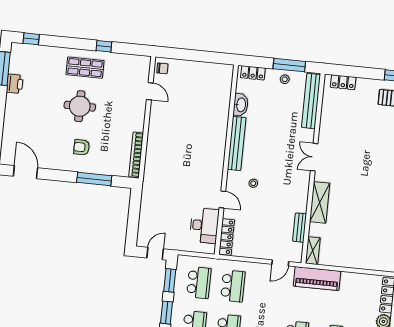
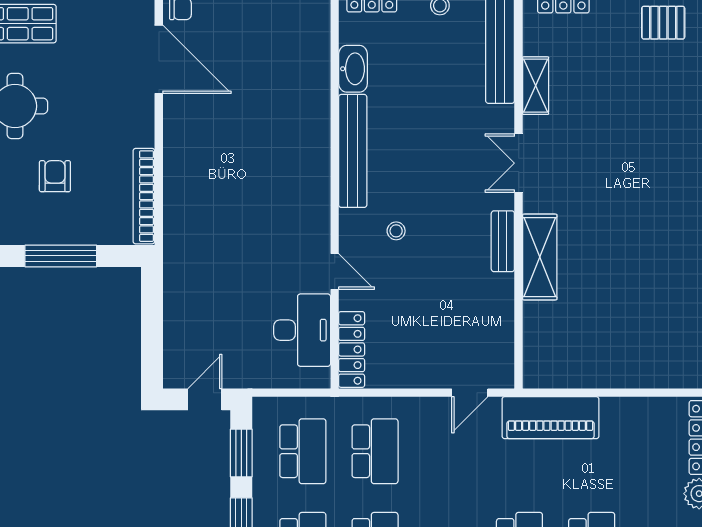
door: (150, 91) -> (159, 59), width x1.88
armchair: (82, 147) -> (55, 176), moved, turned 90
bench: (300, 228) -> (503, 241), moved
shelving: (313, 251) -> (536, 86), moved

